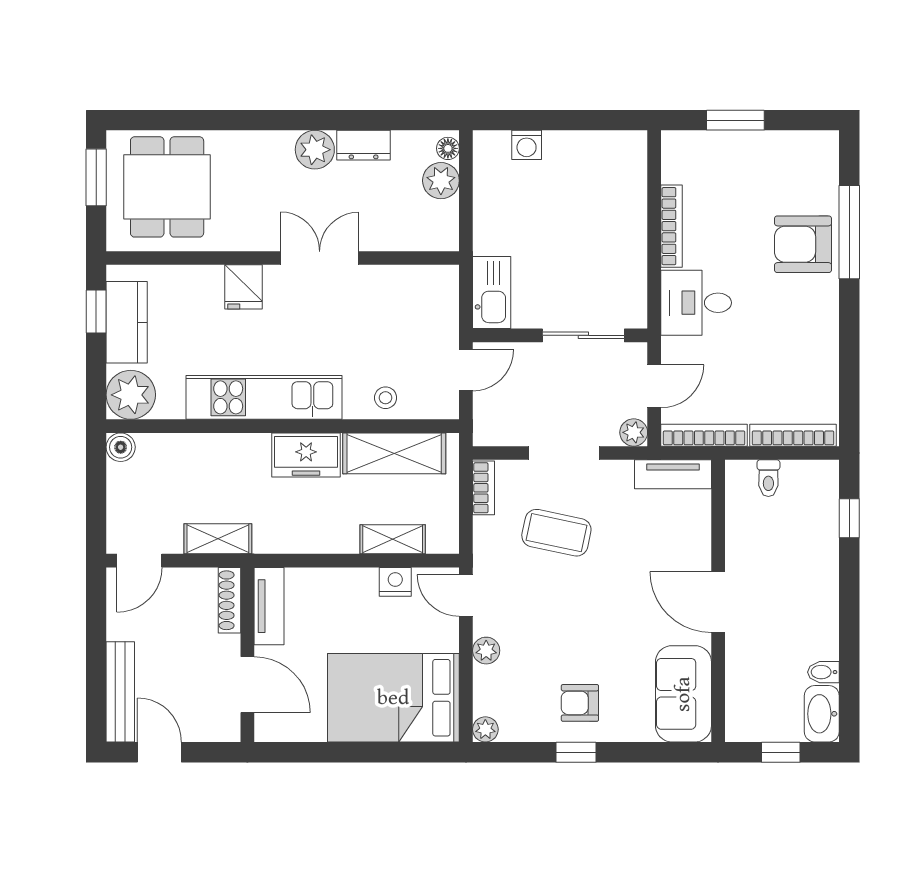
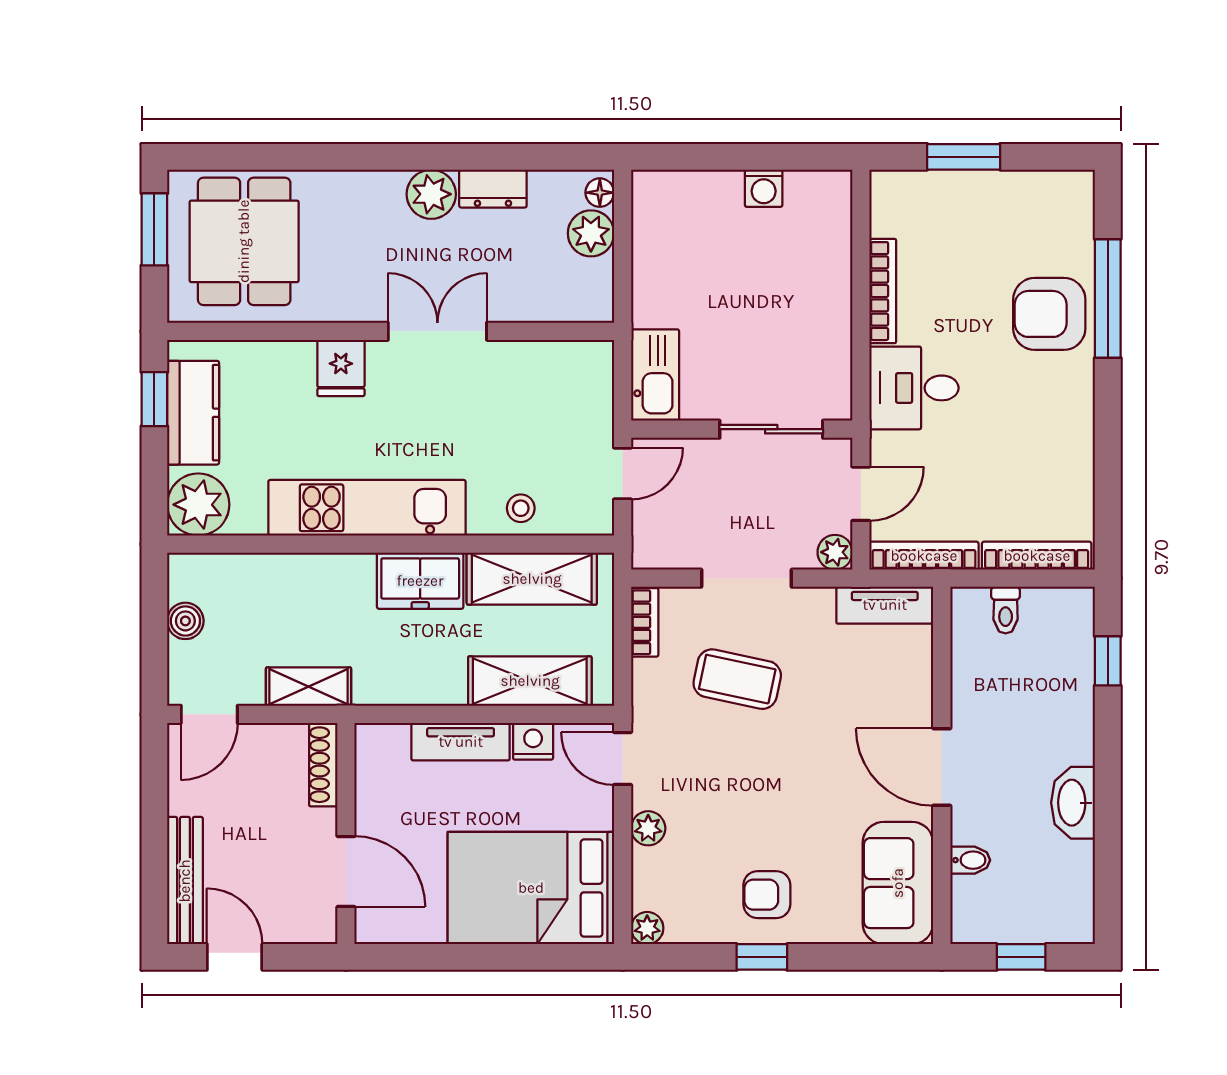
washing machine: (527, 145) -> (764, 188), moved
boiler: (121, 447) -> (185, 621), moved
shelving: (393, 539) -> (530, 681), width x1.50, depth x1.33
tv unit: (269, 606) -> (461, 742), moved, turned 90
bidet: (823, 672) -> (970, 860), moved, turned 180
washbasin: (822, 714) -> (1073, 803), moved

